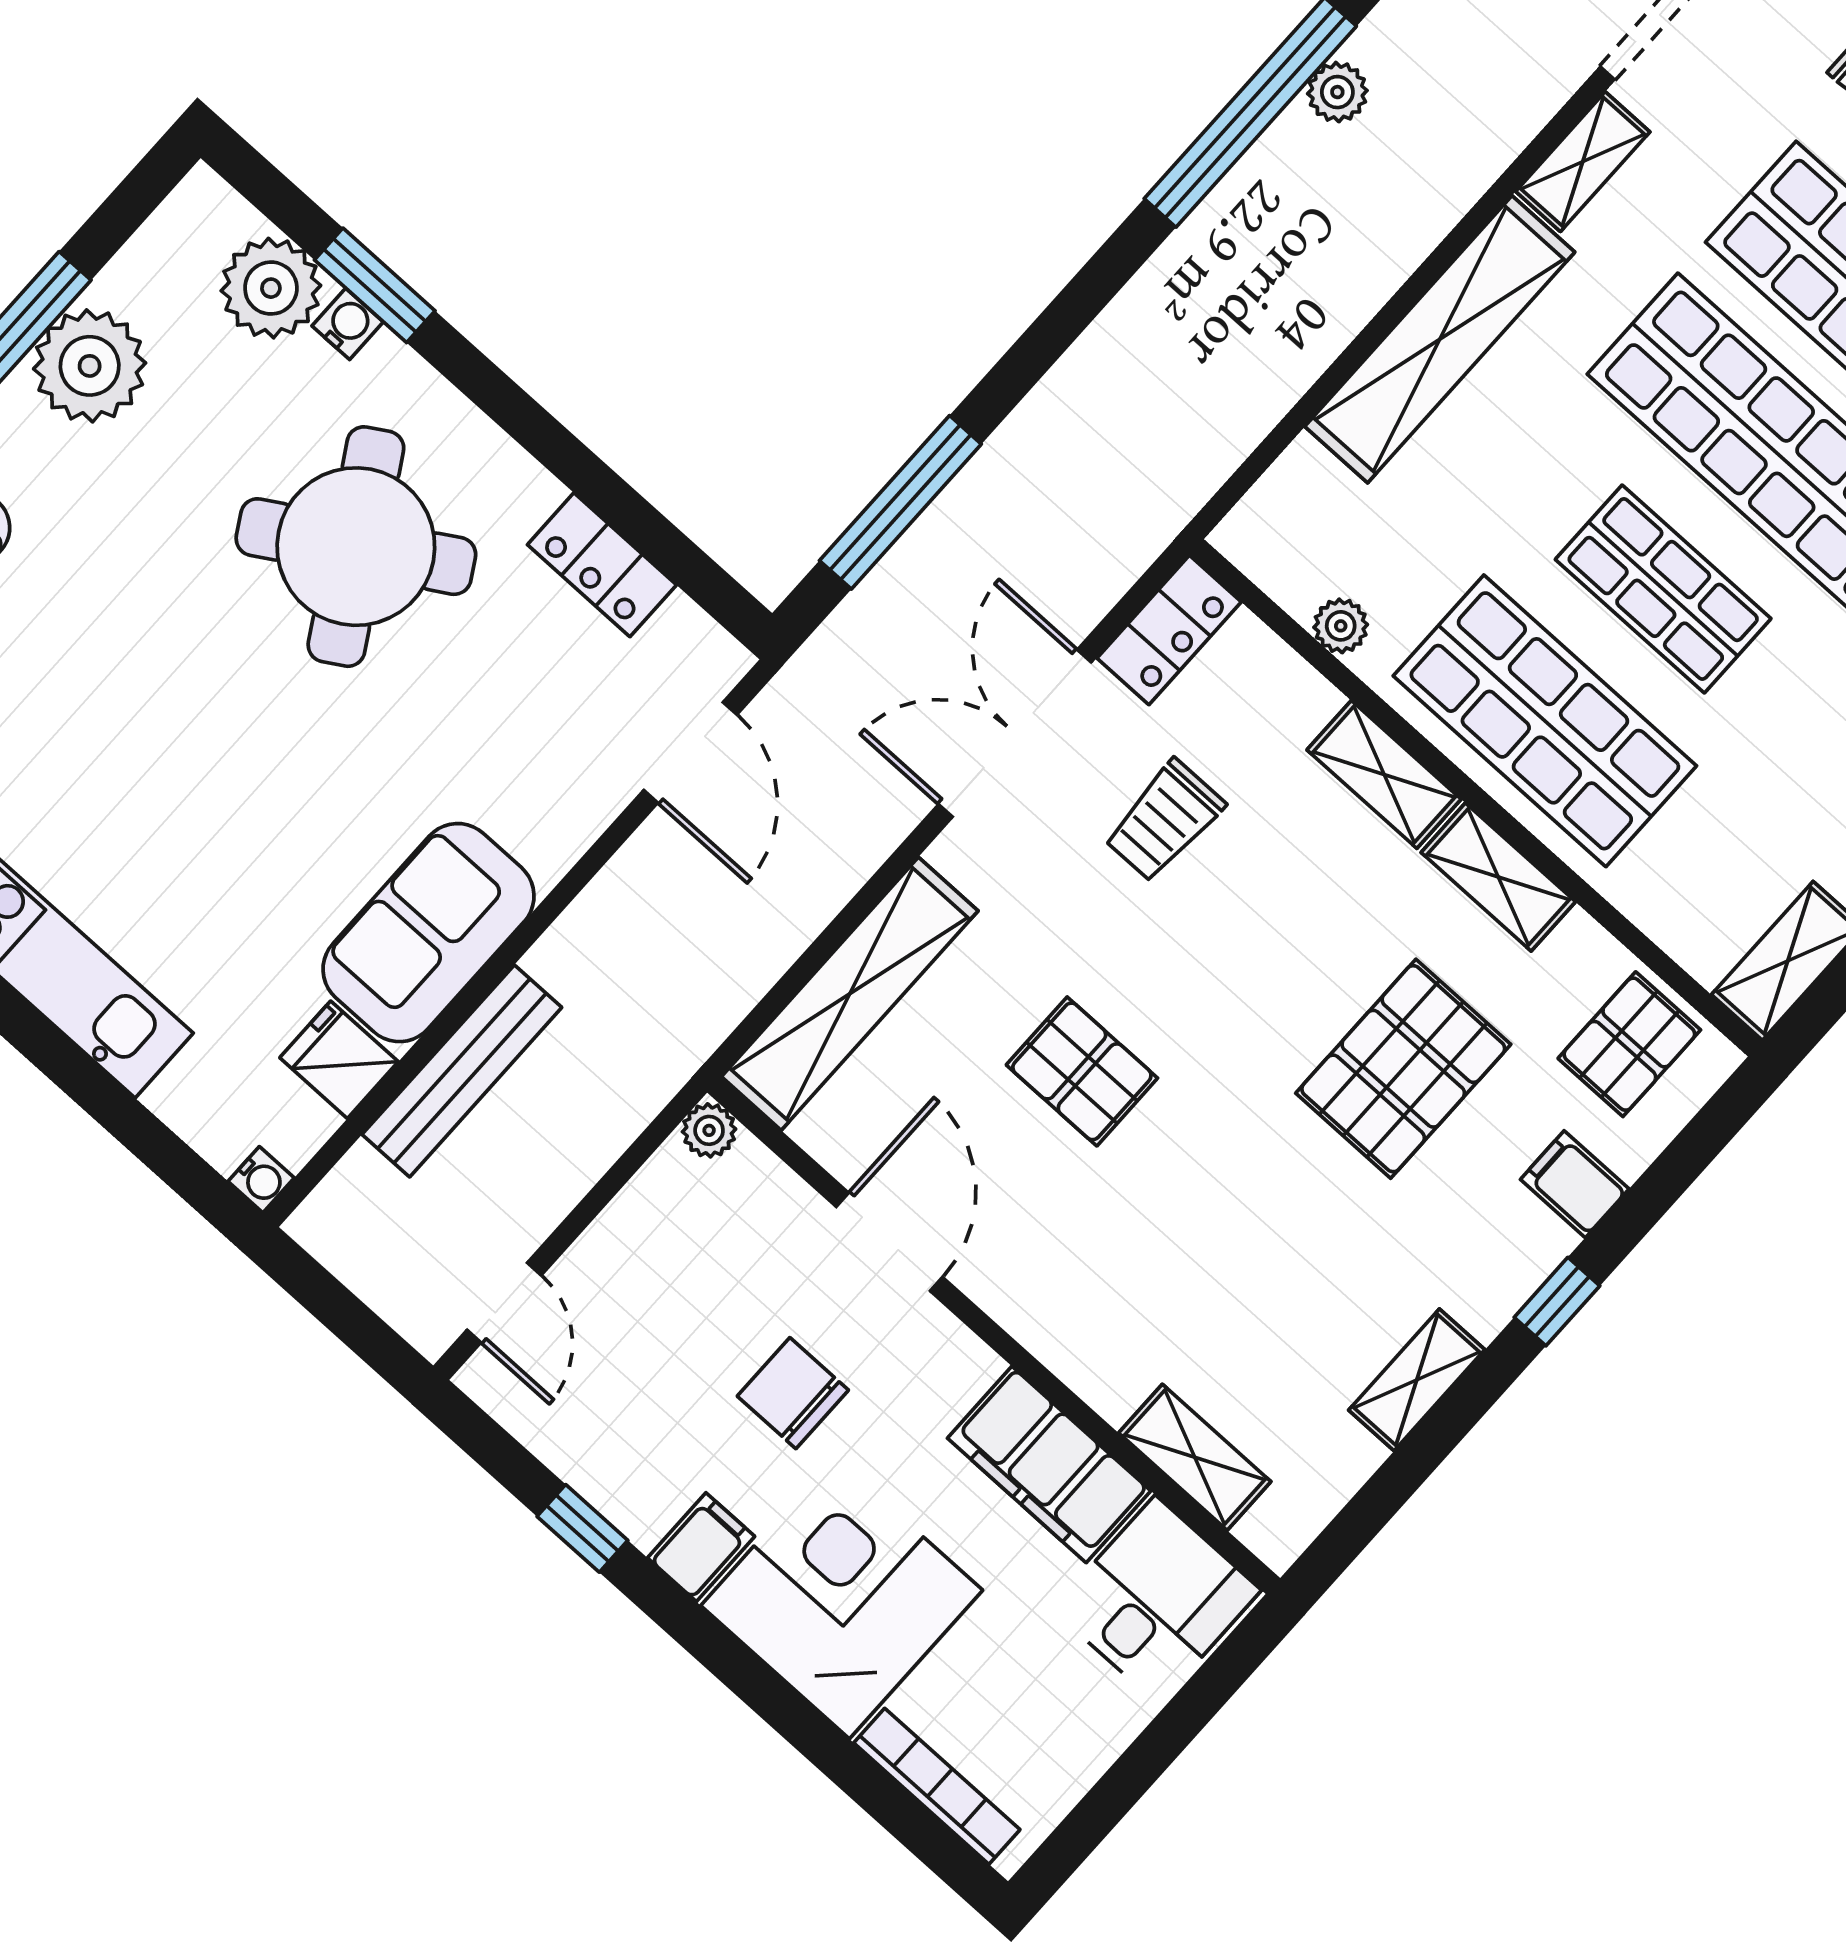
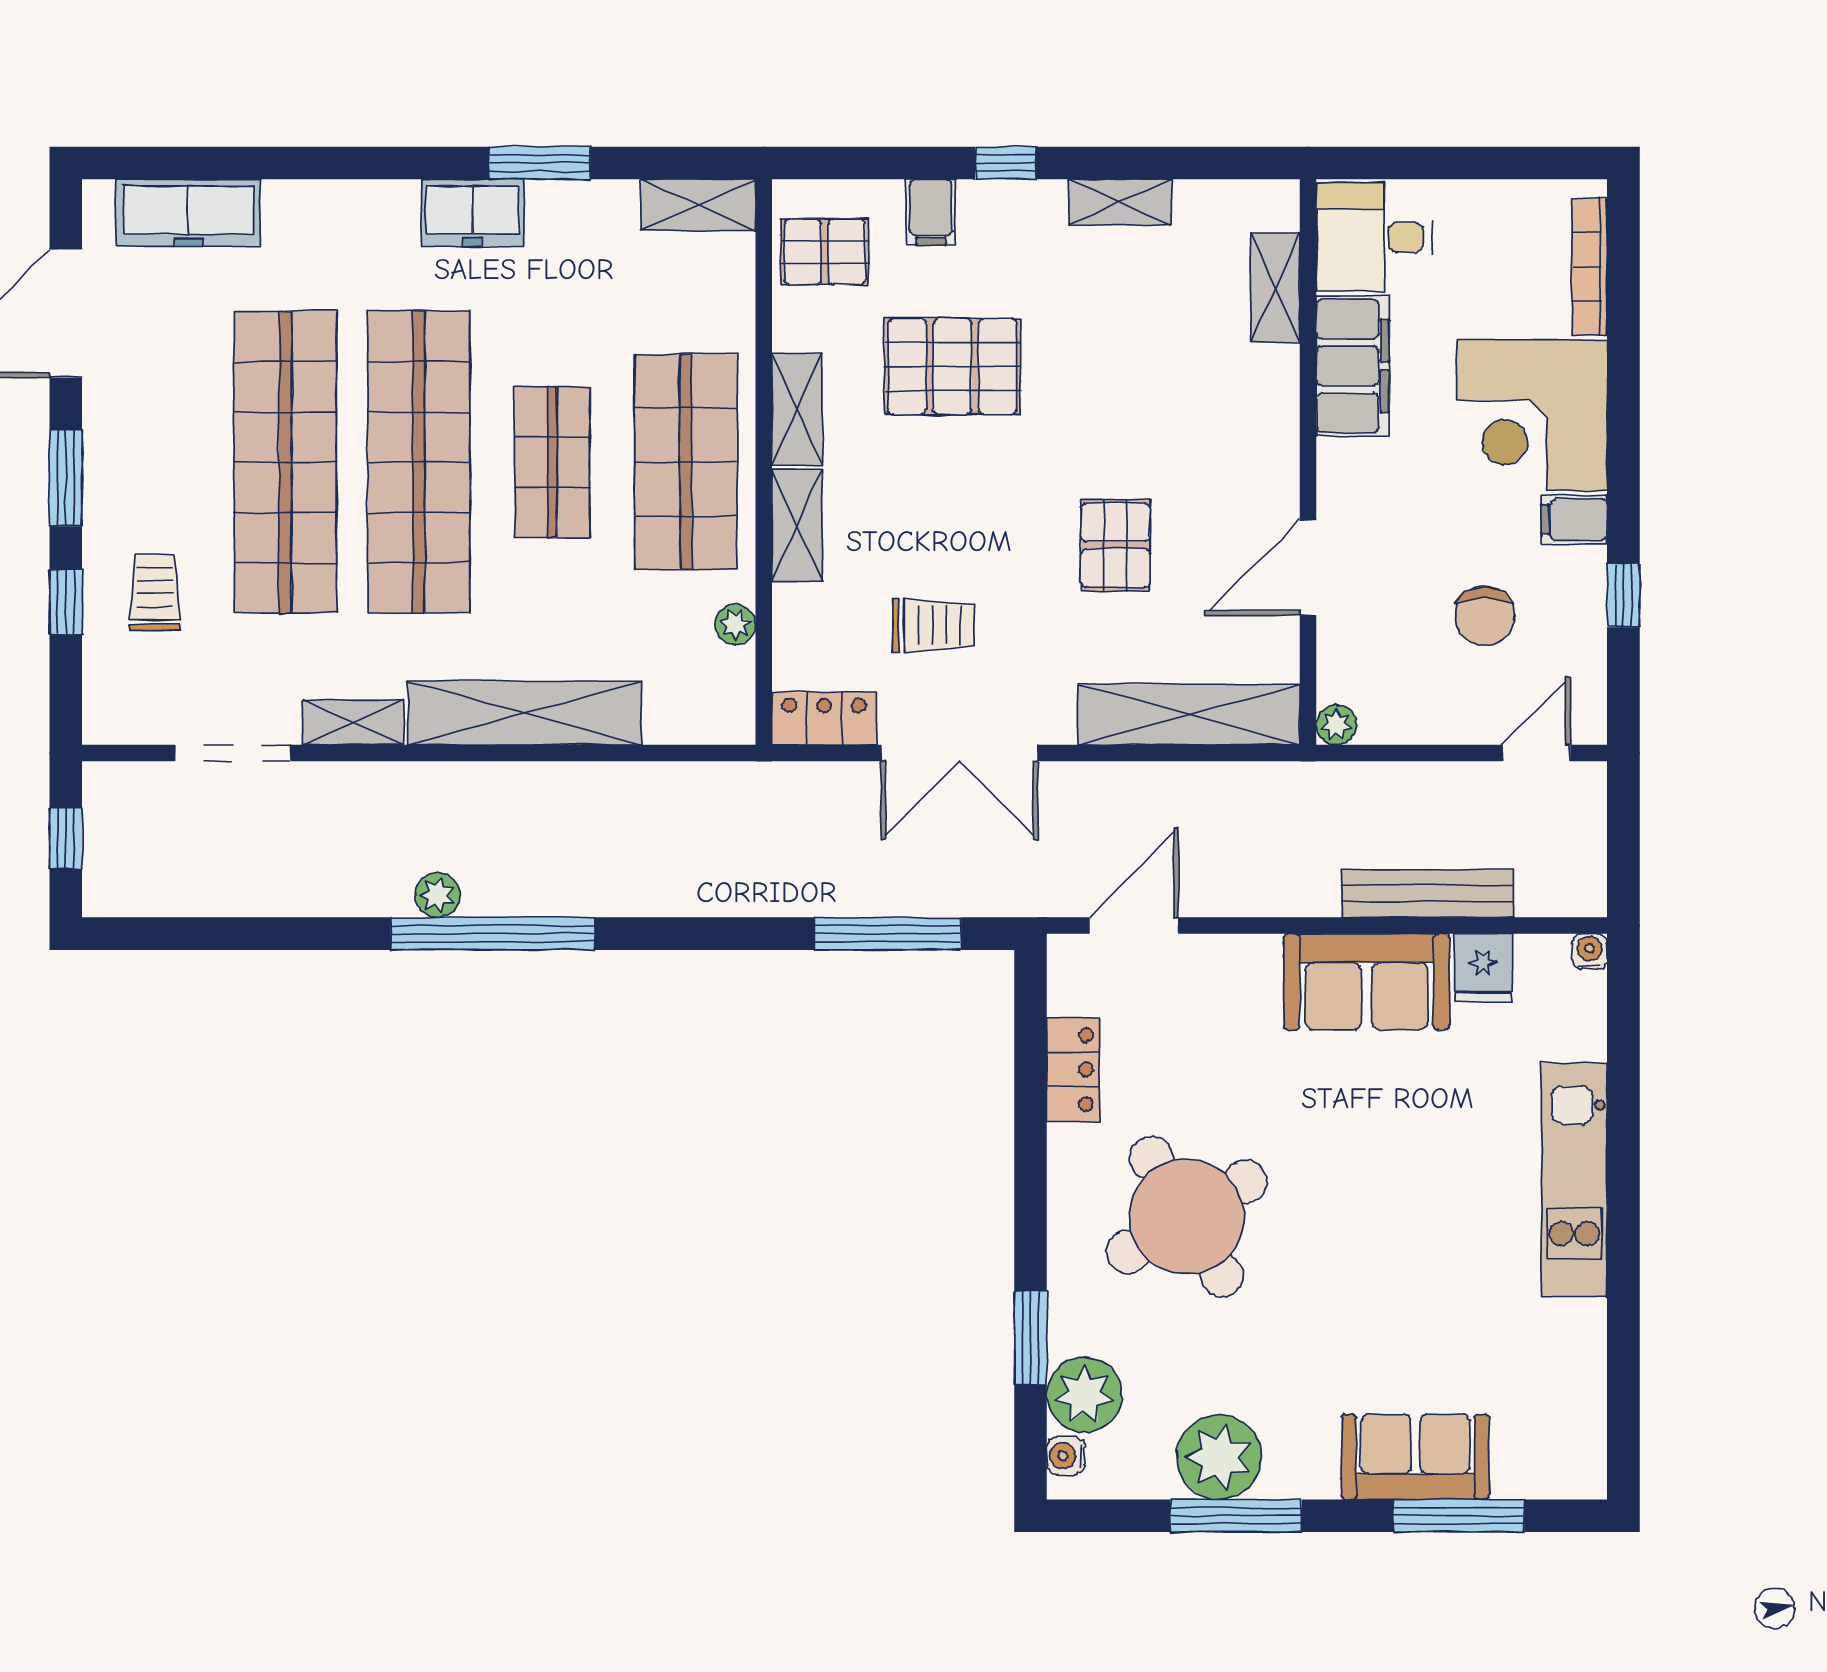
water cooler: (348, 324) -> (1066, 1456), moved
chair: (793, 1393) -> (1484, 616), moved

